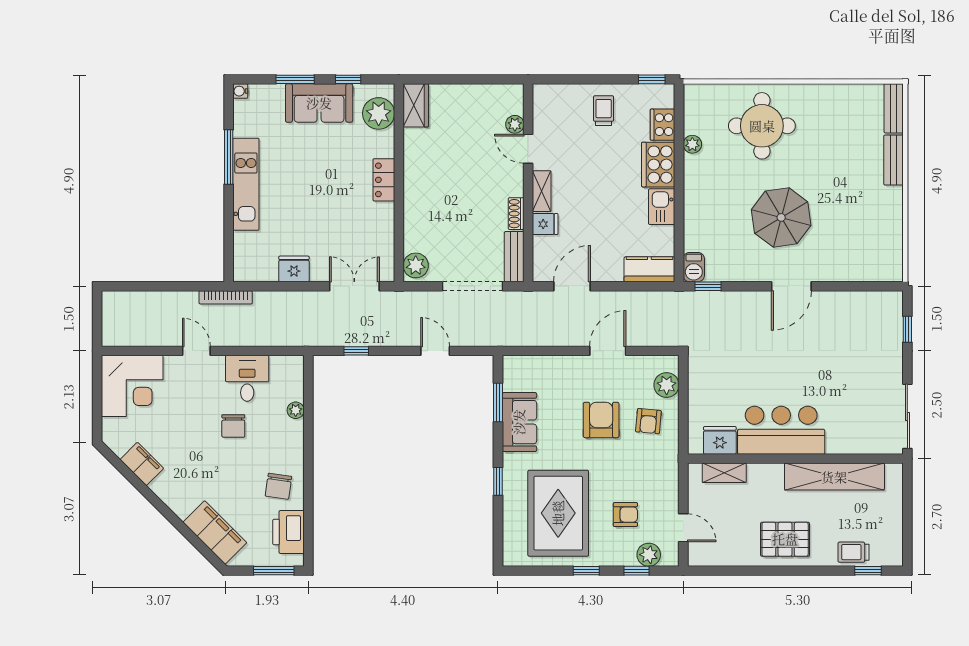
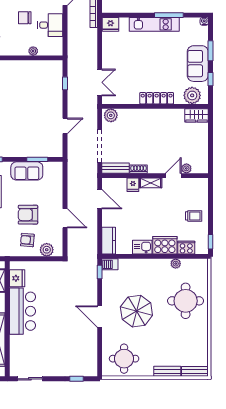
locker: (384, 180) -> (157, 98), width x1.53
round table: (870, 241) -> (124, 359), added
fridge: (294, 269) -> (110, 24), moved, turned 90
sliding door: (907, 416) -> (30, 379), width x0.73
armchair: (601, 420) -> (28, 215), turned 180

